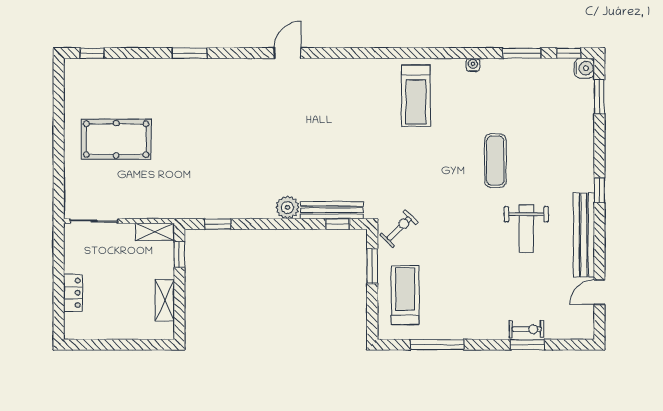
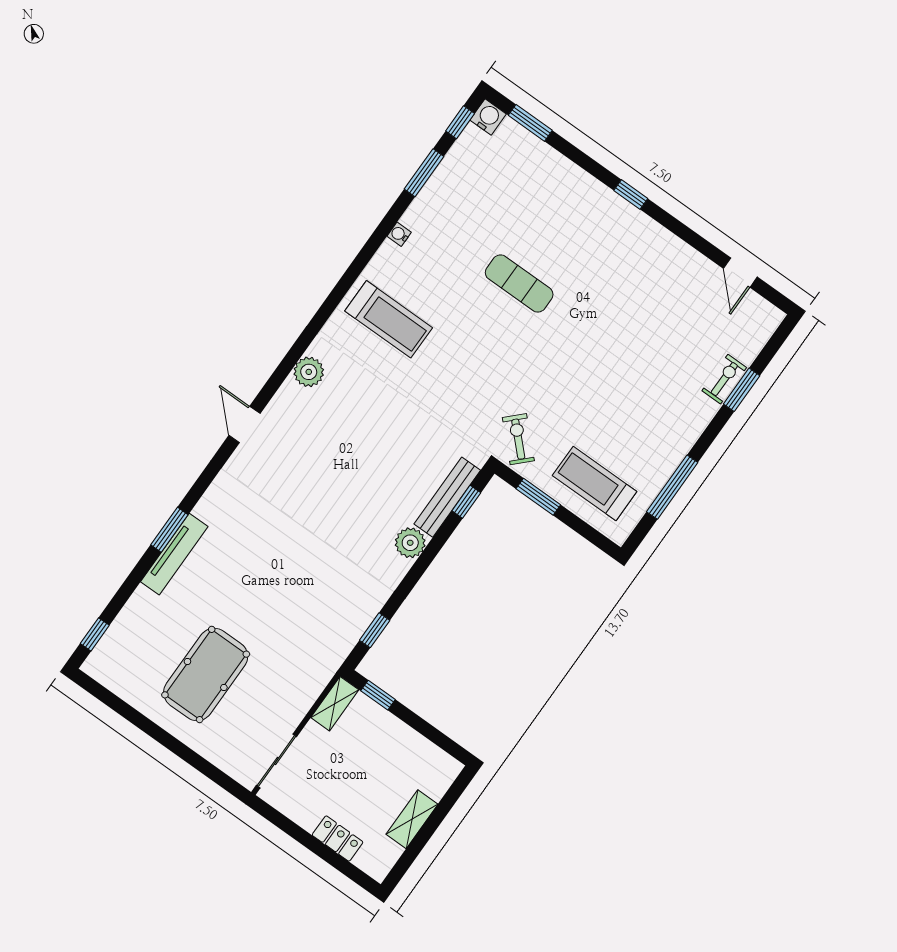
tv unit: (177, 67) -> (174, 554), added
plant: (348, 70) -> (309, 372), added
weight bench: (526, 229) -> (616, 302), removed
bench: (584, 235) -> (667, 245), removed
shelving: (165, 300) -> (412, 819), moved, turned 90

